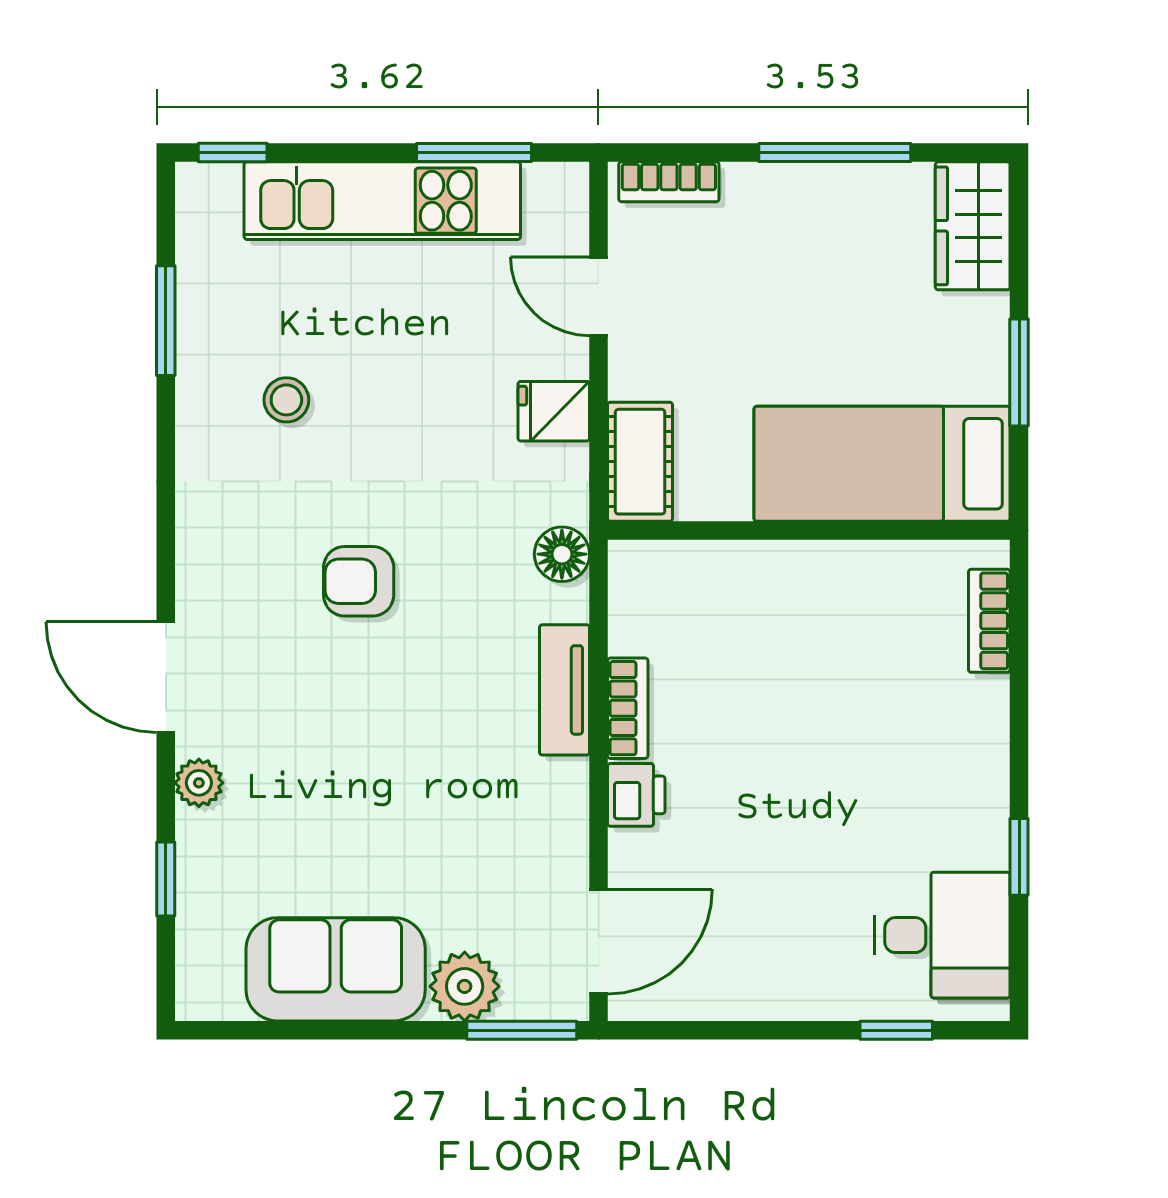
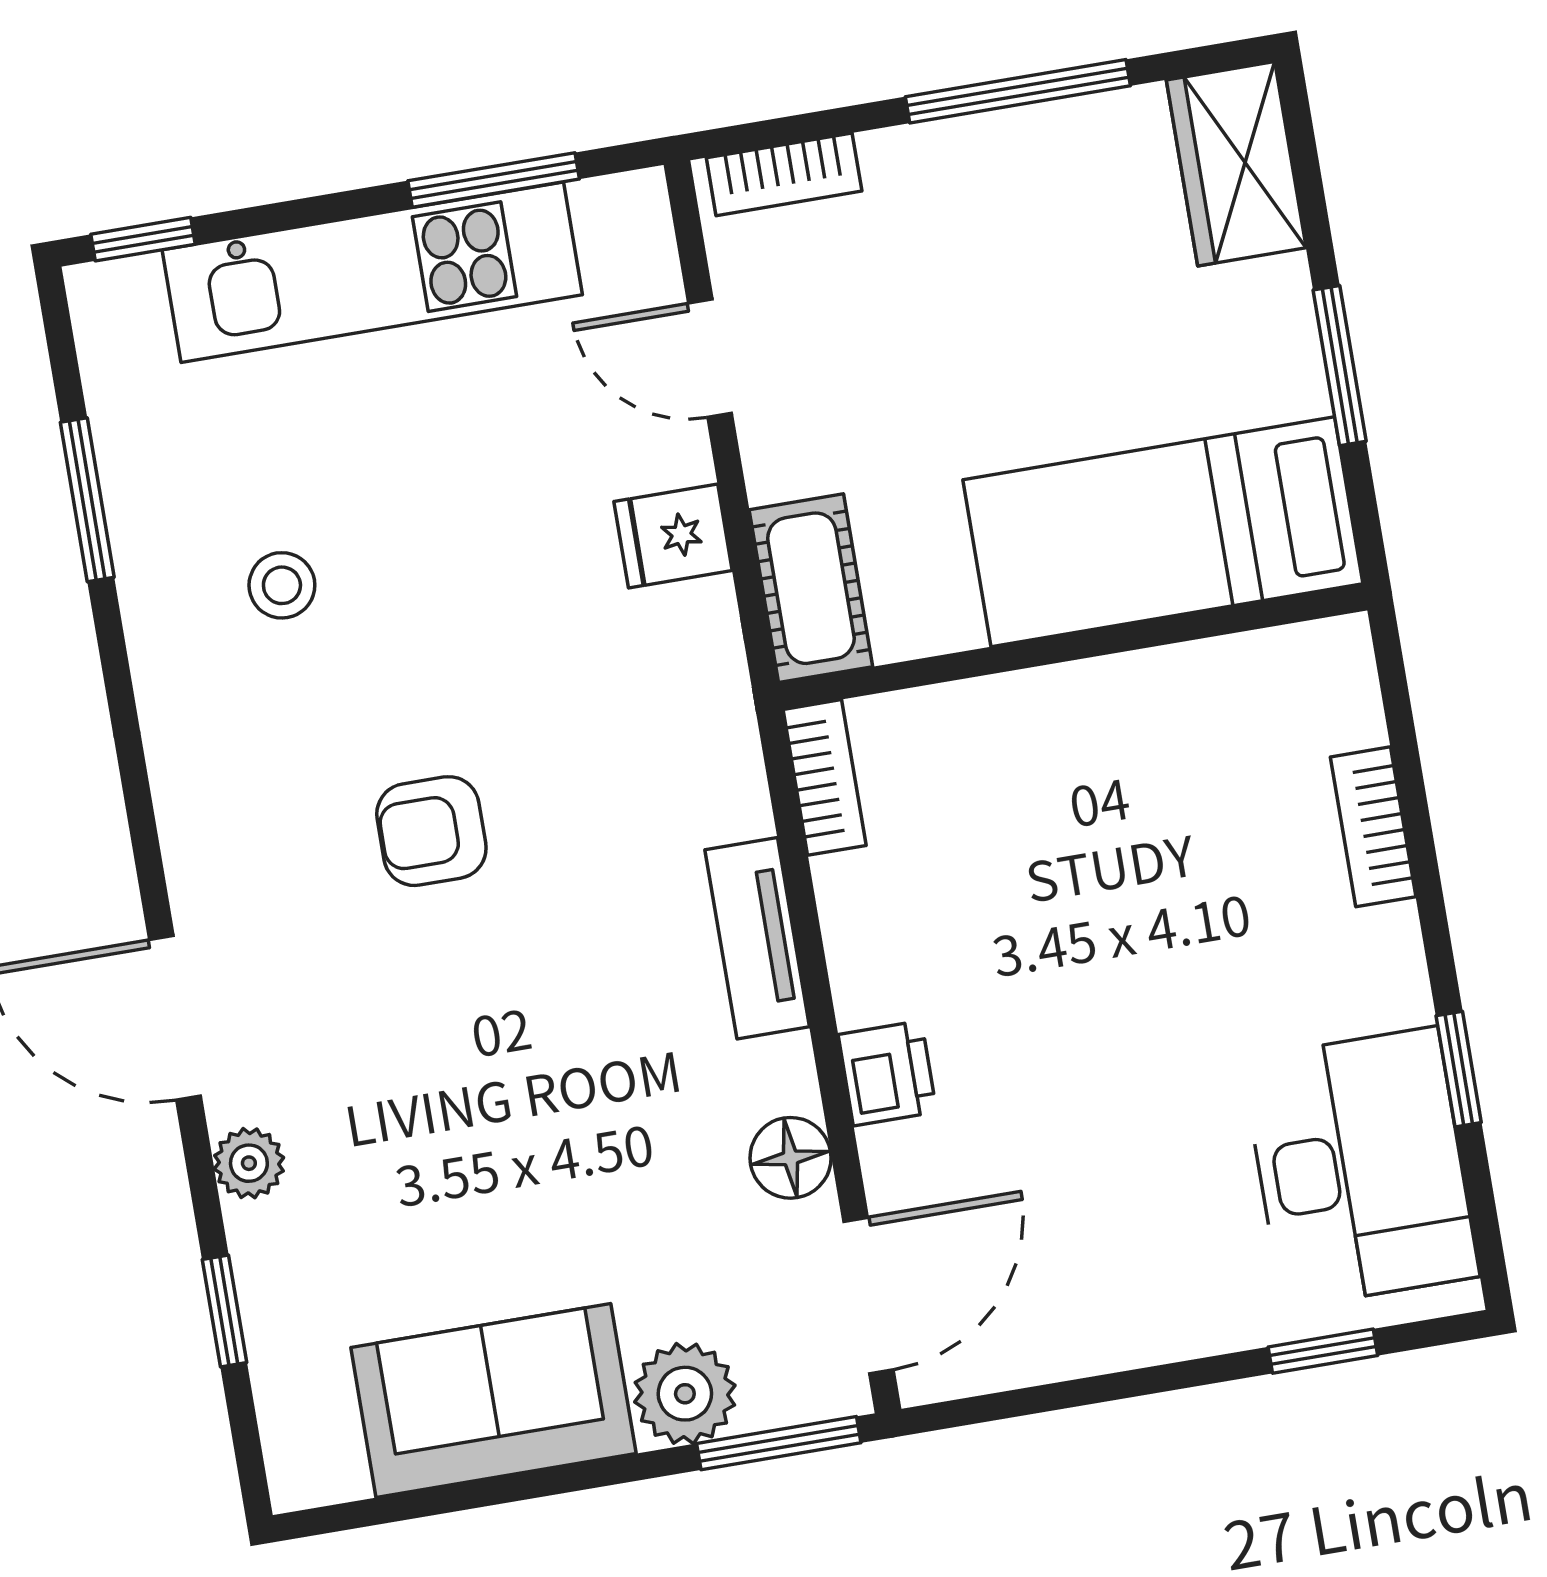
floor lamp: (562, 554) -> (791, 1158), moved
bookcase: (989, 621) -> (1373, 827), moved
bookcase: (628, 708) -> (825, 777), moved
desk: (942, 935) -> (1360, 1168), width x1.37

